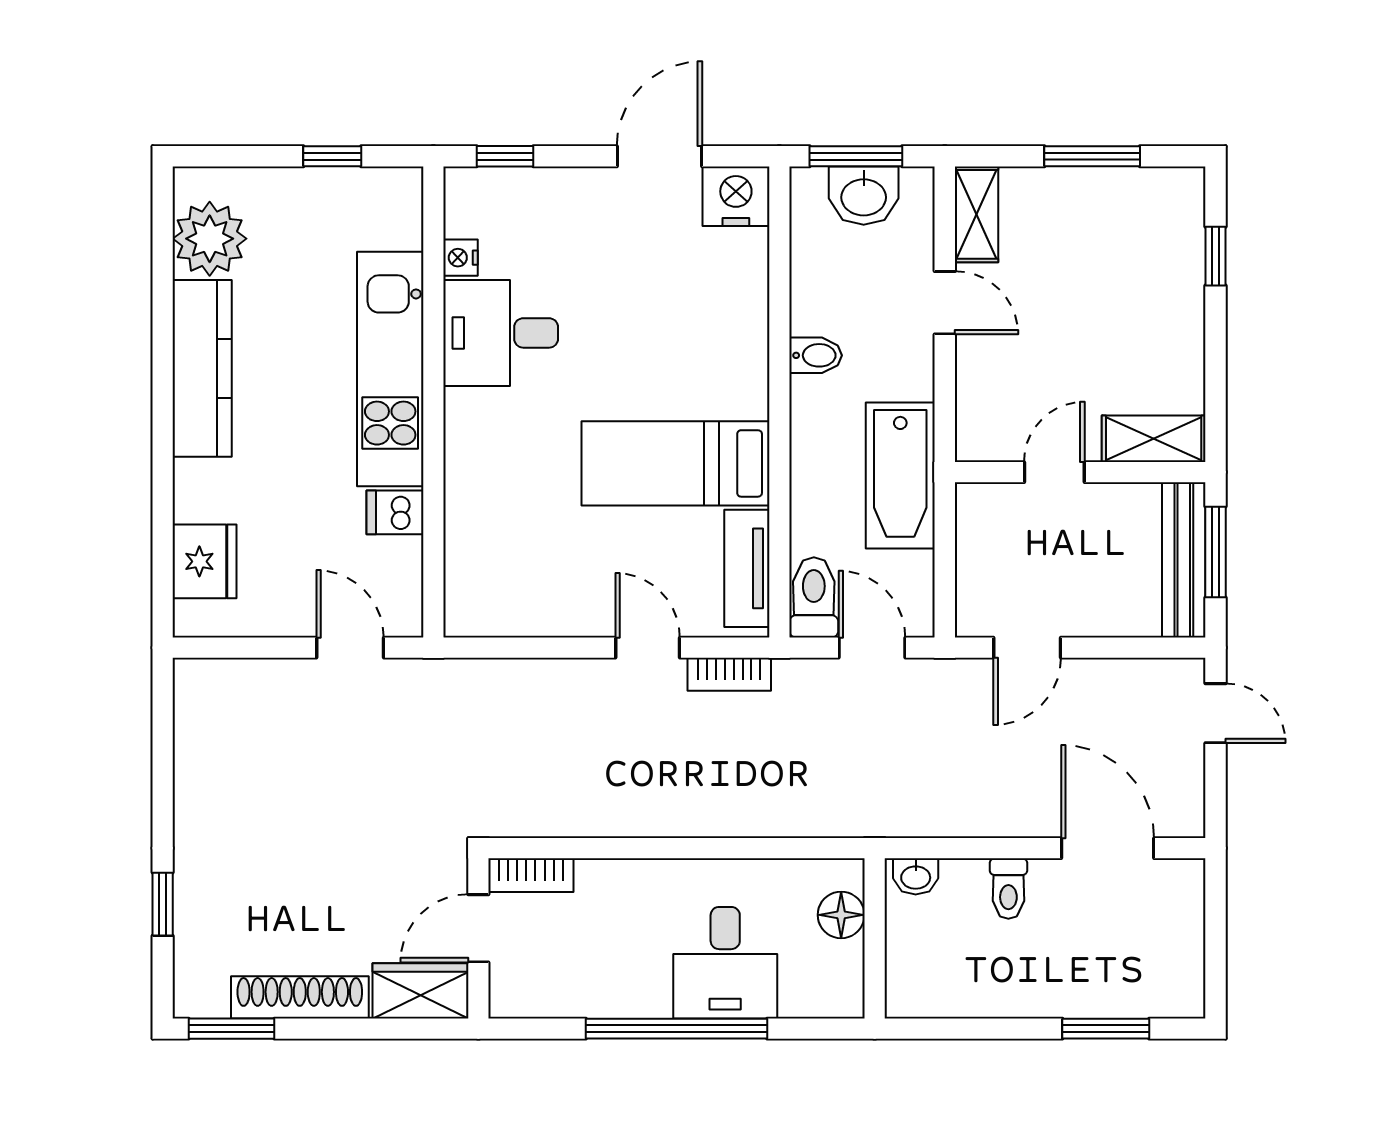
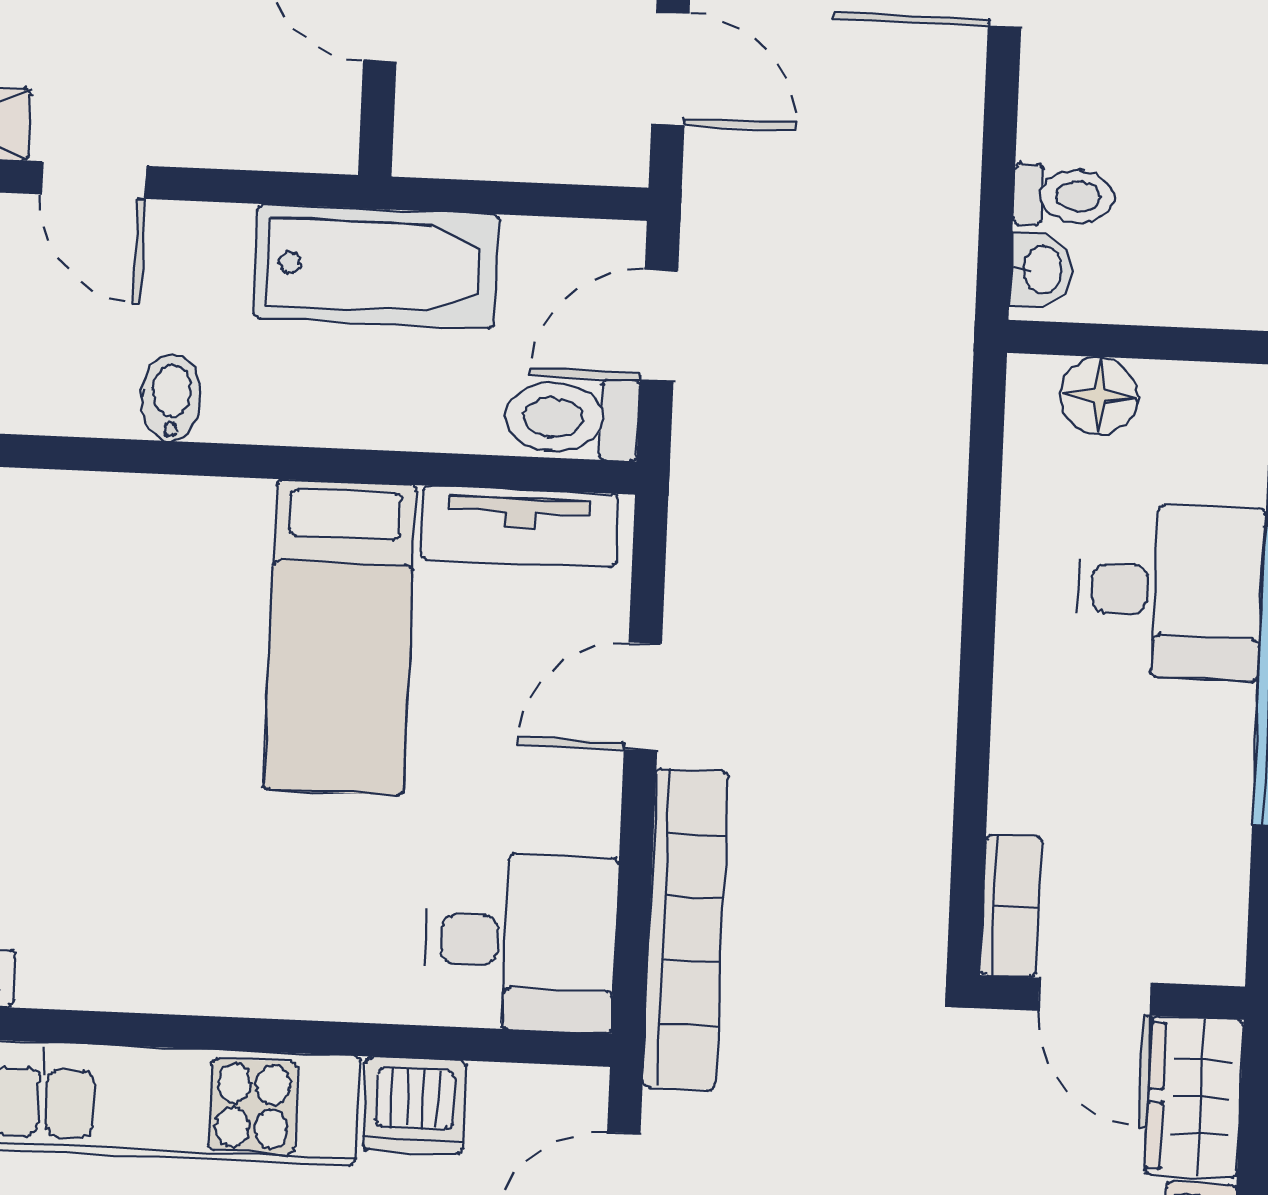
door: (945, 303) -> (94, 180), swing flipped
desk: (501, 333) -> (521, 942), moved, turned -90
dishwasher: (395, 512) -> (415, 1105), width x1.38
bookcase: (729, 674) -> (686, 929), moved, width x2.31, depth x1.31
toilet: (1008, 889) -> (1064, 196), moved

